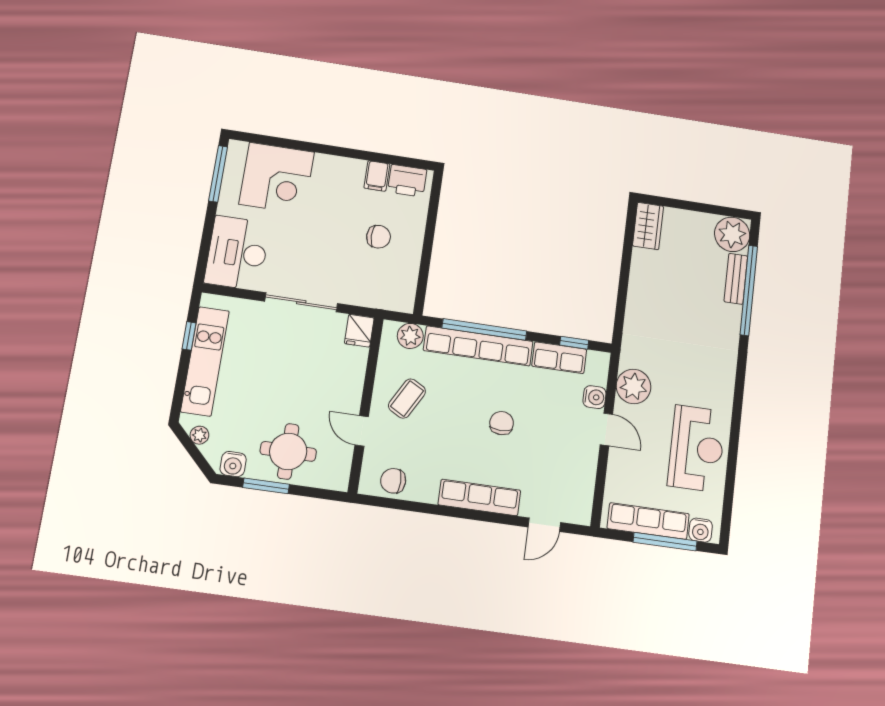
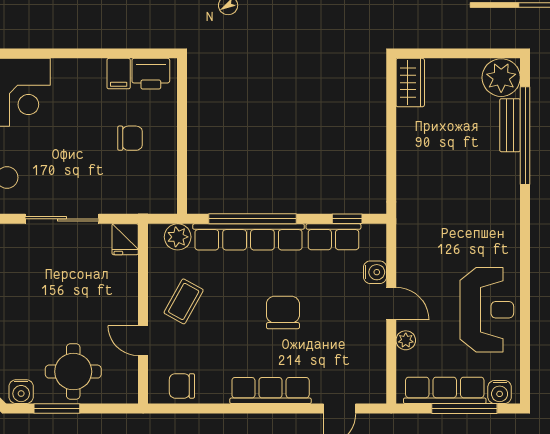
plant: (634, 386) -> (406, 340), moved, width x0.53, depth x0.53
chair: (502, 423) -> (283, 313), width x1.37, depth x1.37

